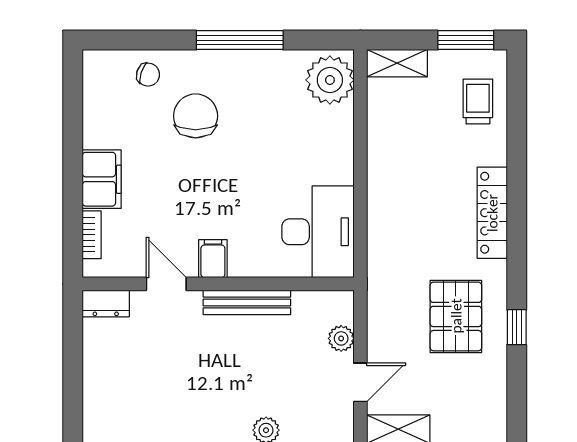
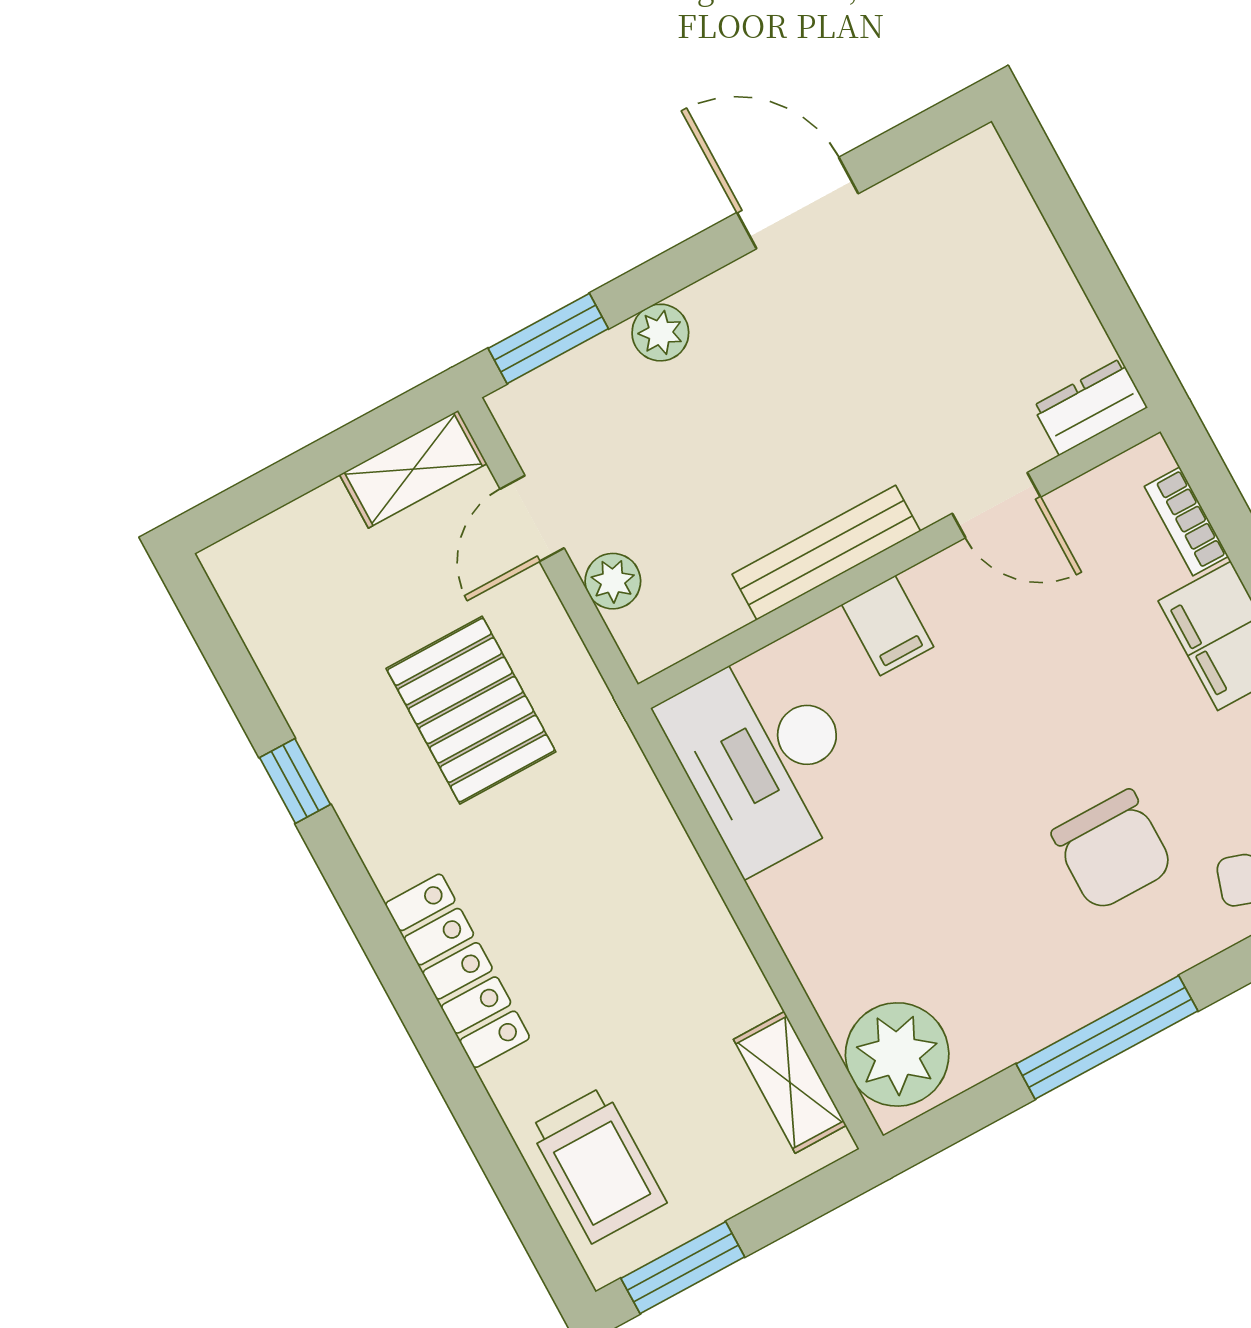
shelving: (397, 63) -> (790, 1082), moved, turned 90
trolley: (478, 101) -> (598, 1165), width x1.36, depth x1.39
filing cabinet: (213, 259) -> (888, 626), moved
pallet: (456, 316) -> (471, 710), moved

